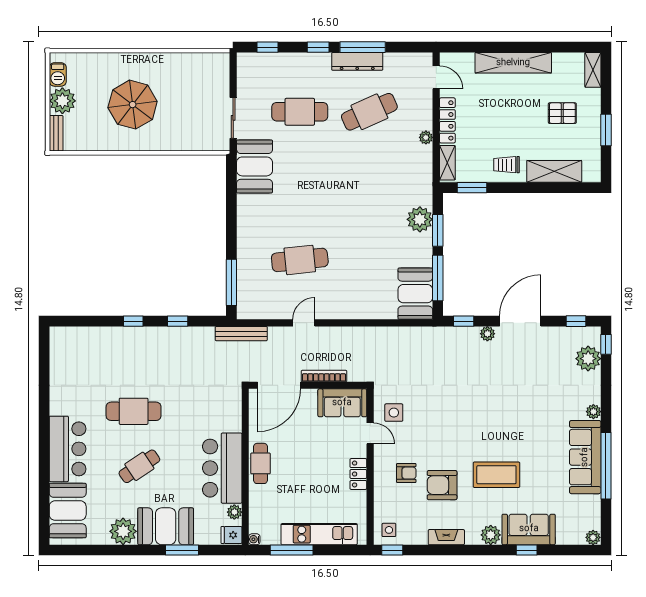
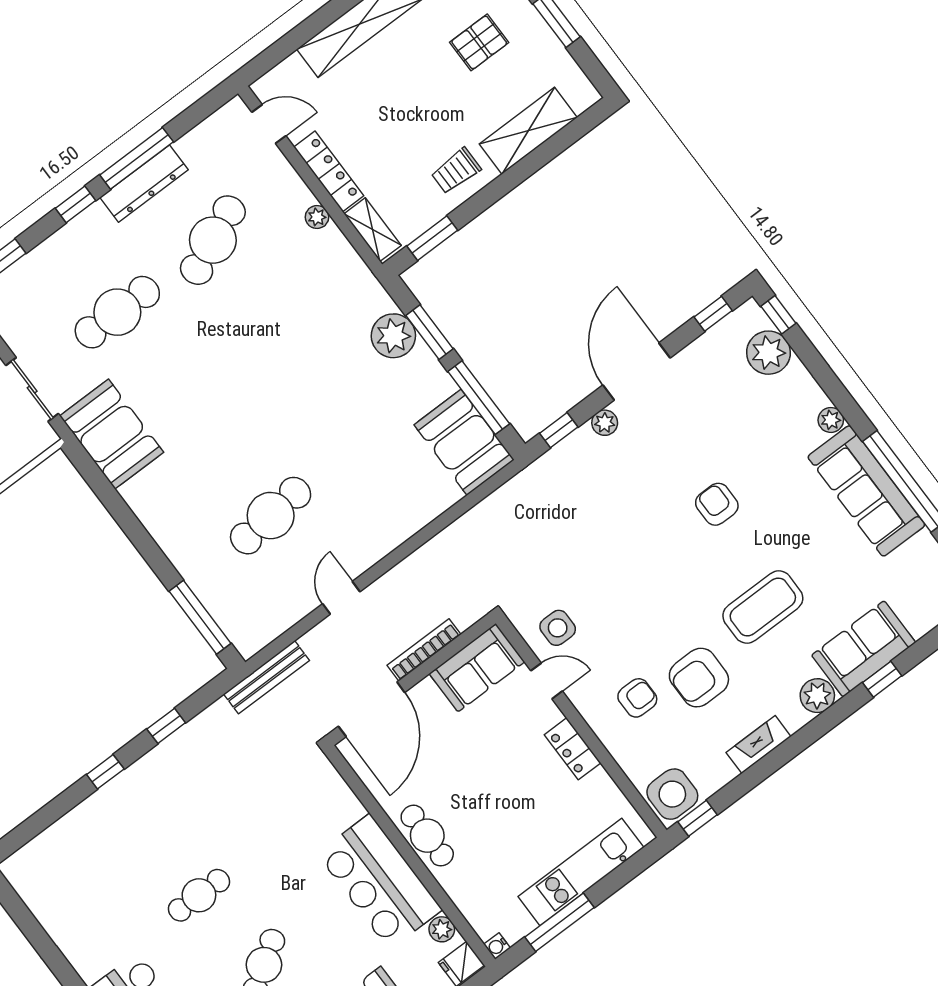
cafe table: (134, 411) -> (199, 895), width x0.73, depth x0.74
armchair: (511, 411) -> (717, 504), added
side table: (389, 530) -> (672, 794), width x1.87, depth x1.87

